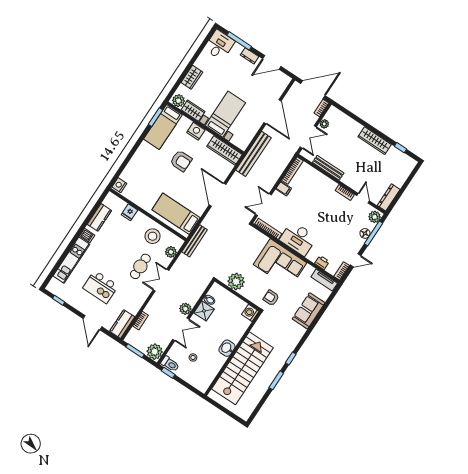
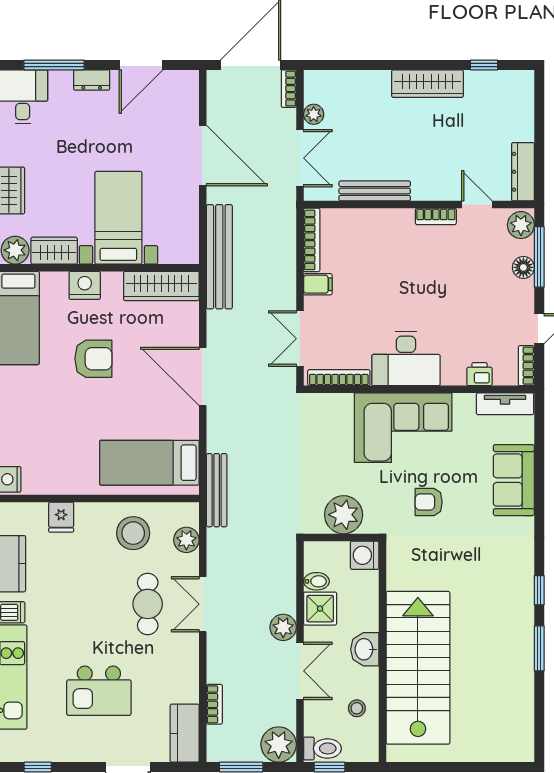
washing machine: (250, 313) -> (365, 555), moved
washbasin: (227, 348) -> (365, 649), moved
wall: (233, 353) -> (383, 652), moved
stairs: (242, 368) -> (418, 668), moved

